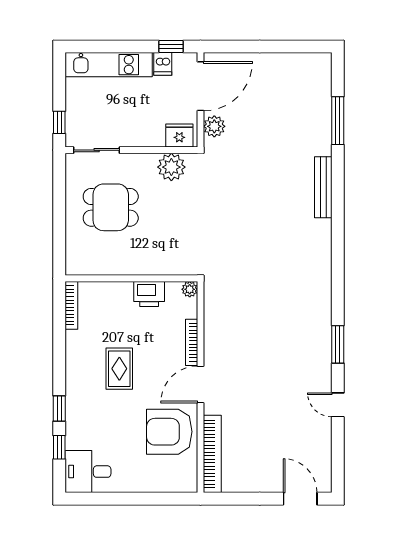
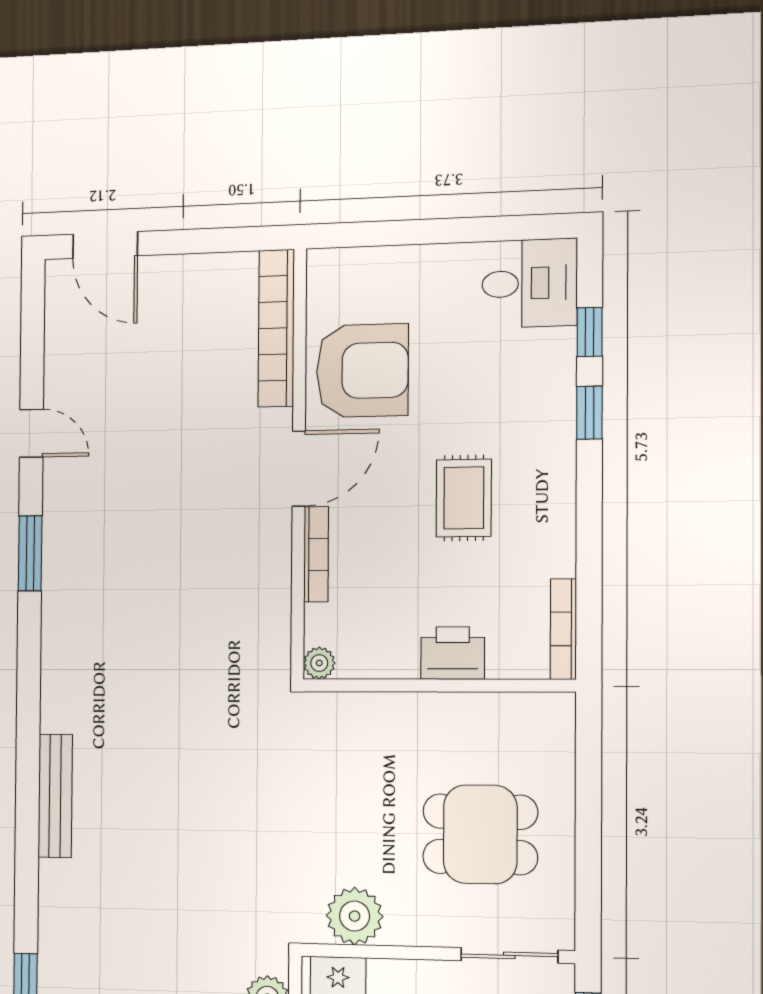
bench: (323, 187) -> (55, 796), moved
printer: (149, 294) -> (453, 653), moved

